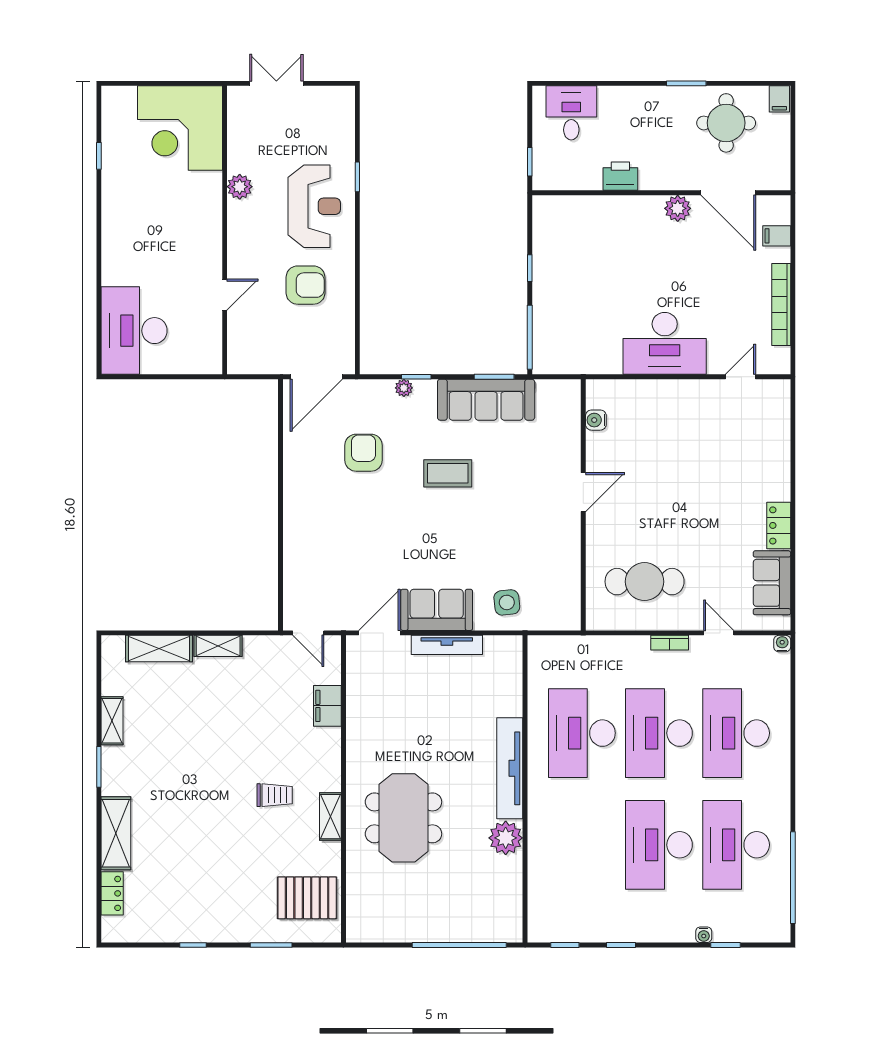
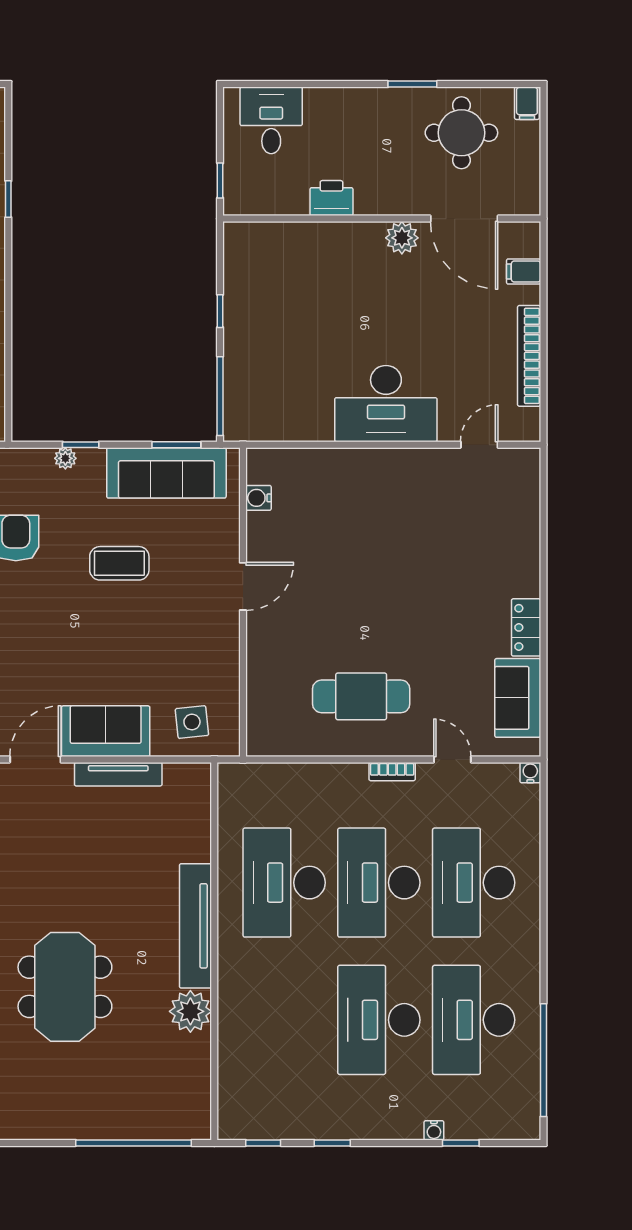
water cooler: (596, 420) -> (258, 498), moved
door: (583, 492) -> (243, 586), moved
wall: (583, 505) -> (243, 602), moved

